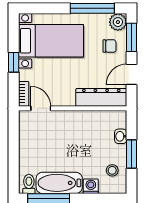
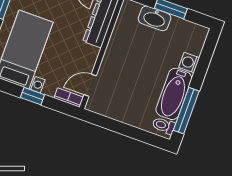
washbasin: (121, 136) -> (154, 18), width x1.91, depth x1.45
stool: (112, 170) -> (181, 34), removed

